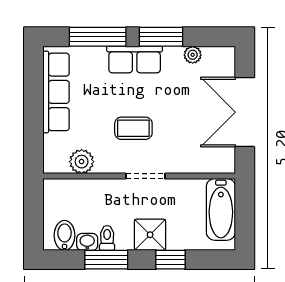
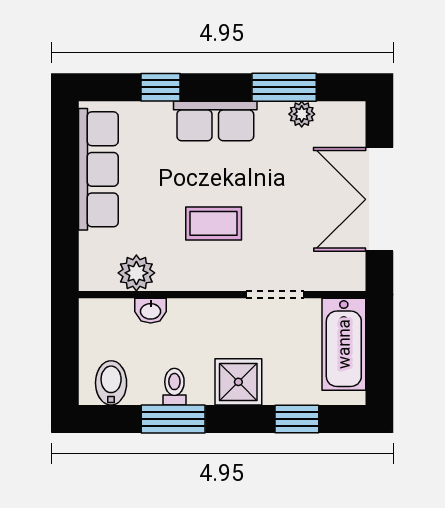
window: (98, 37) -> (160, 87), width x0.46
window: (161, 37) -> (284, 87), moved
doorway: (146, 176) -> (275, 295), moved
washbasin: (87, 242) -> (151, 311), moved, turned 180
window: (170, 260) -> (297, 419), moved

